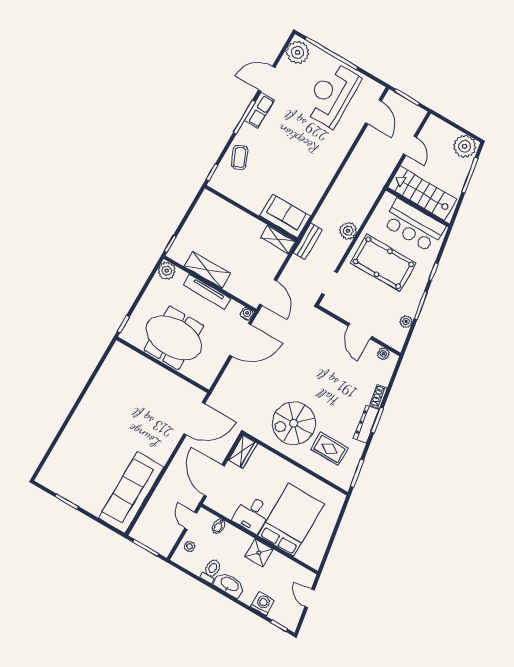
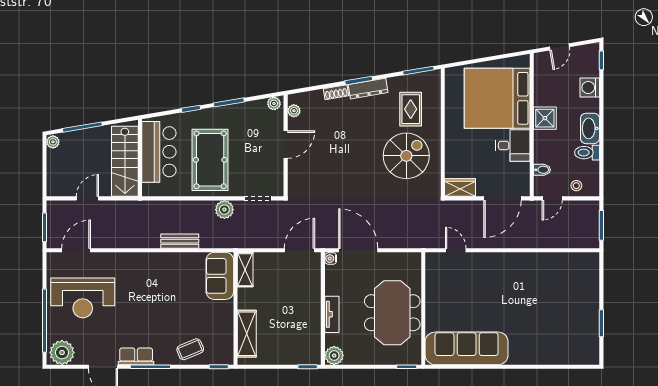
plant: (465, 146) -> (53, 142), width x0.53, depth x0.53
plant: (348, 231) -> (224, 210), moved
bench: (308, 241) -> (180, 241), moved
shelving: (207, 270) -> (247, 334), moved
tv unit: (207, 292) -> (332, 314), width x0.71
plant: (406, 322) -> (274, 103), moved
door: (194, 419) -> (456, 250), width x0.53
spiral stairs: (294, 423) -> (406, 156), turned -90
sofa: (131, 493) -> (467, 348), moved, turned 180
bed: (291, 520) -> (497, 98), width x1.36

